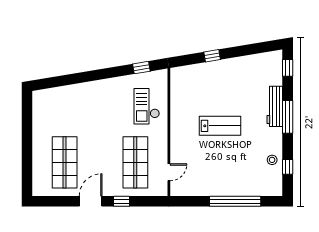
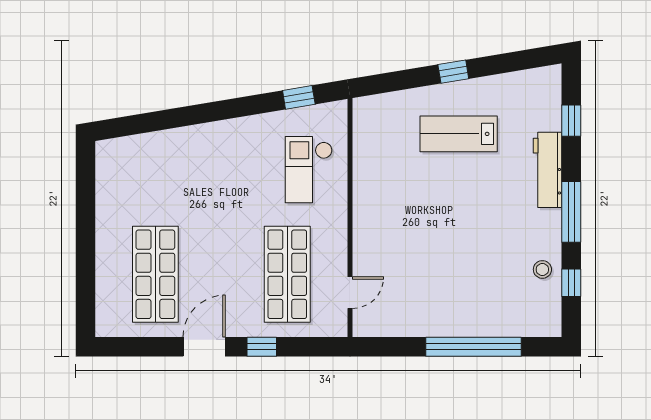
window: (212, 56) -> (453, 72), moved
window: (288, 68) -> (571, 121), moved
window: (288, 117) -> (571, 212), moved
lab bench: (220, 126) -> (459, 134), moved, turned 180

